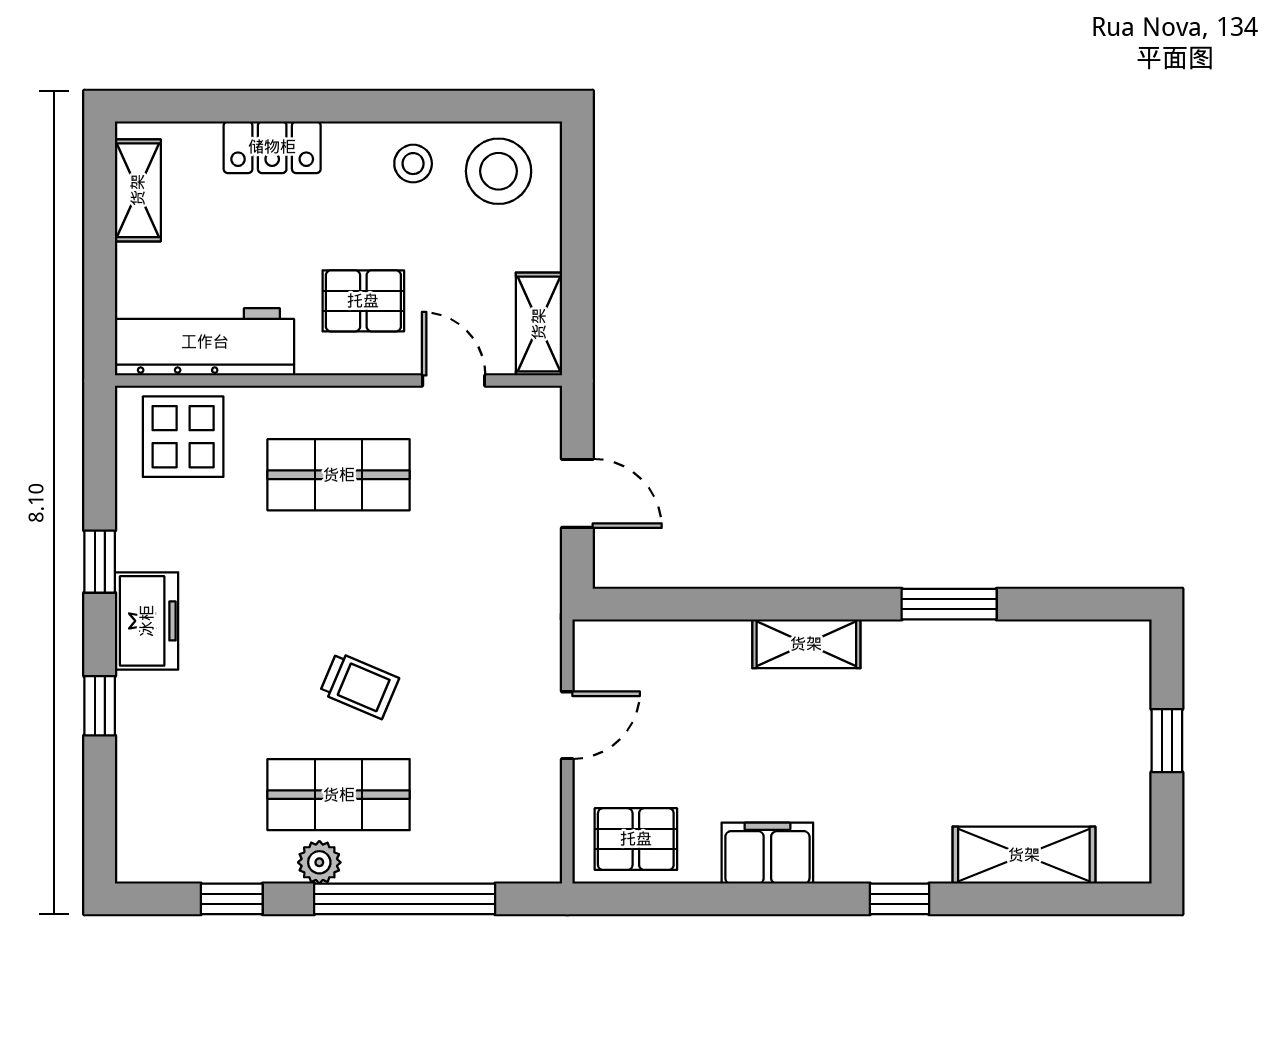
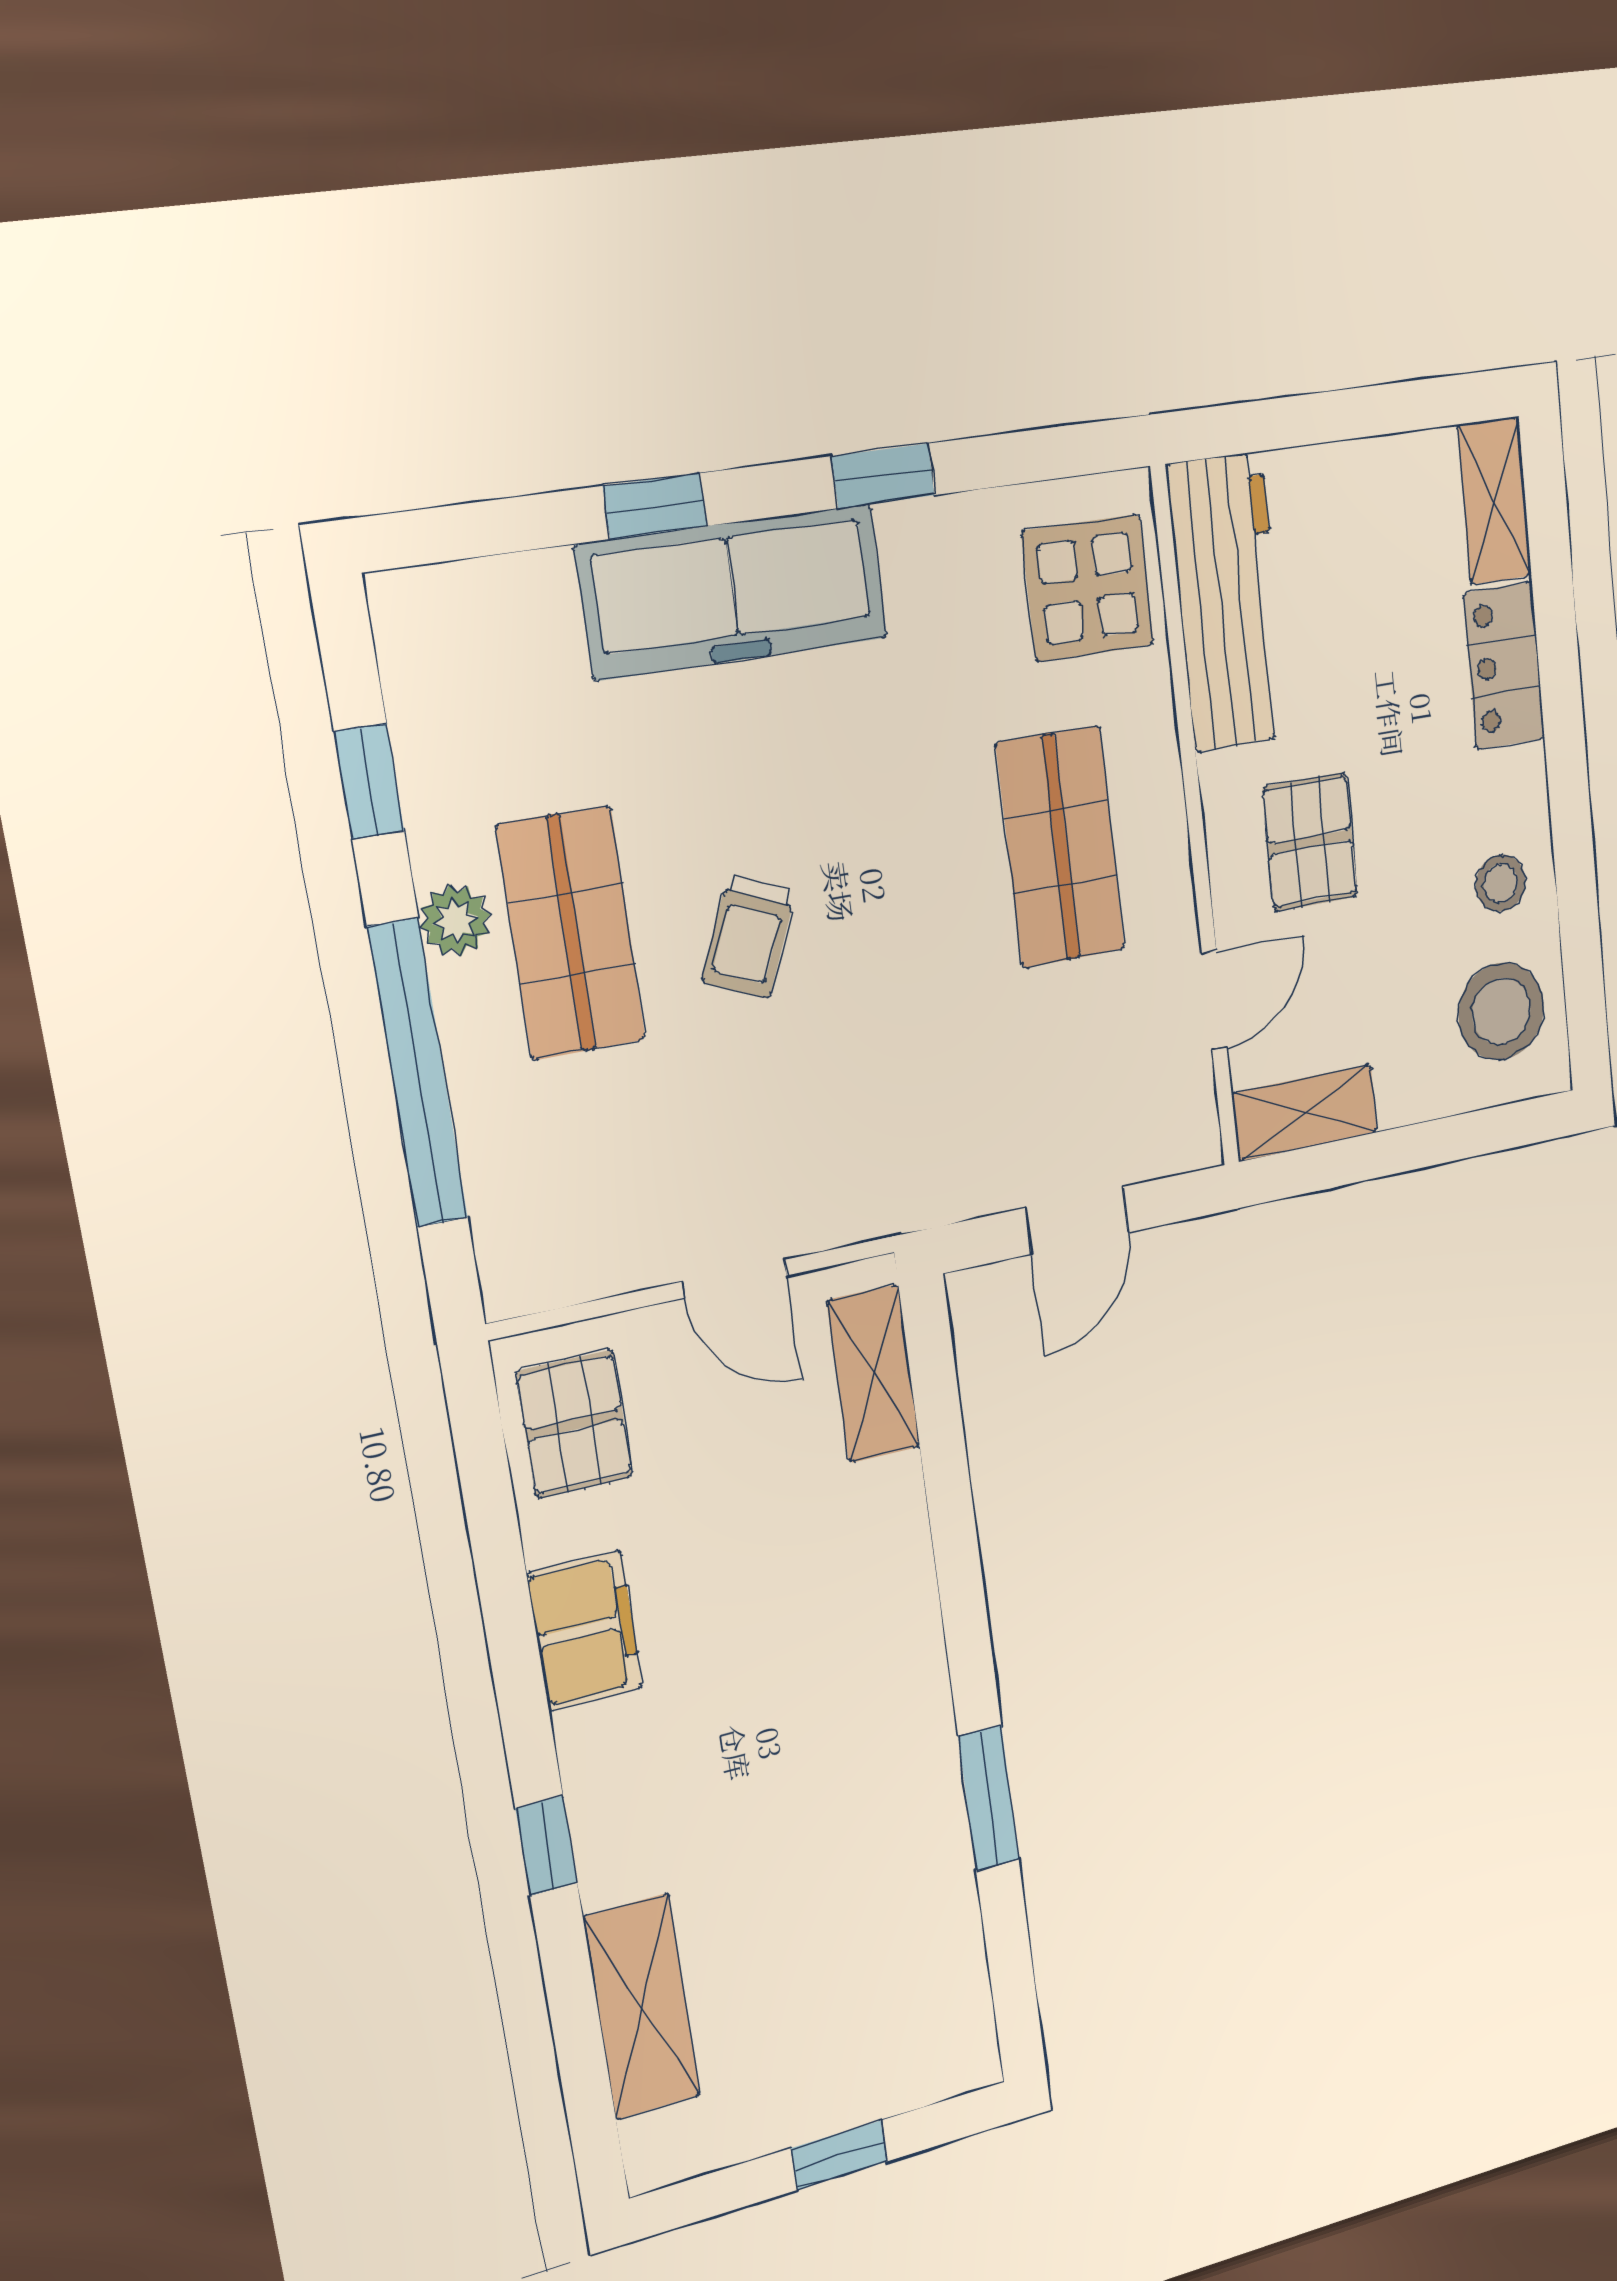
shelving: (138, 190) -> (1495, 501), moved, turned 90
freezer: (147, 621) -> (733, 592), width x1.91, depth x1.26
shelving: (806, 644) -> (874, 1374), moved

